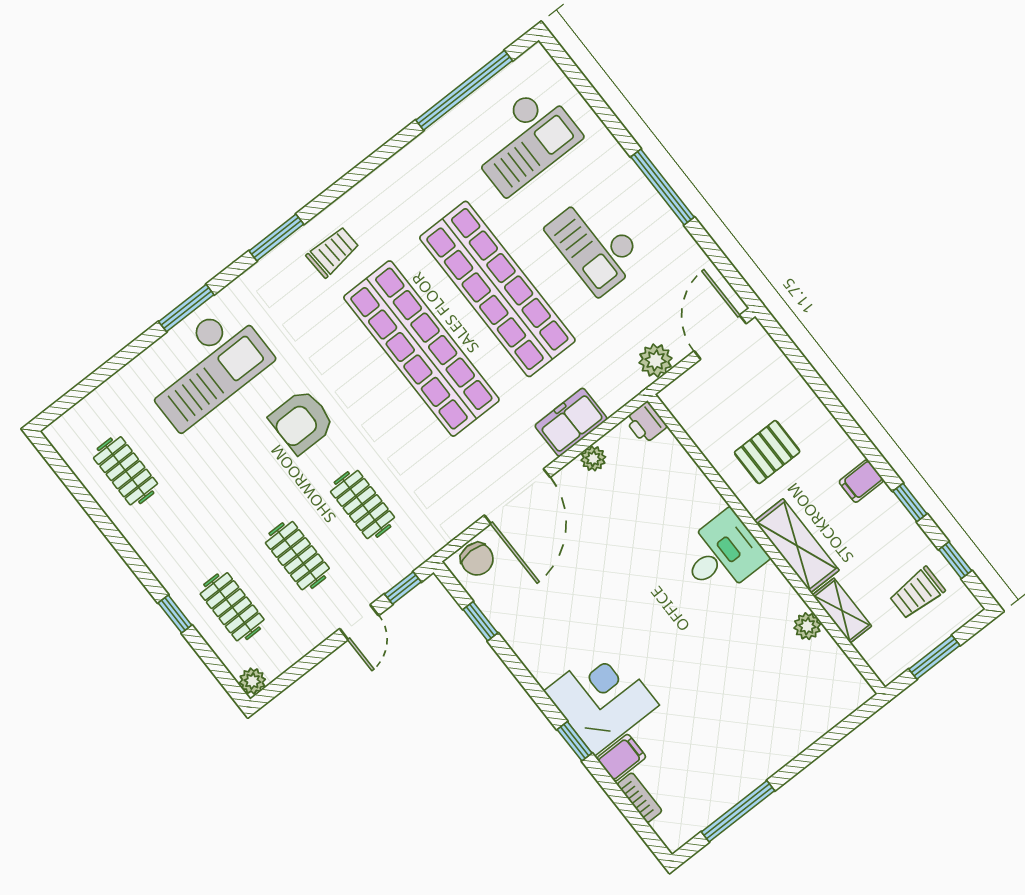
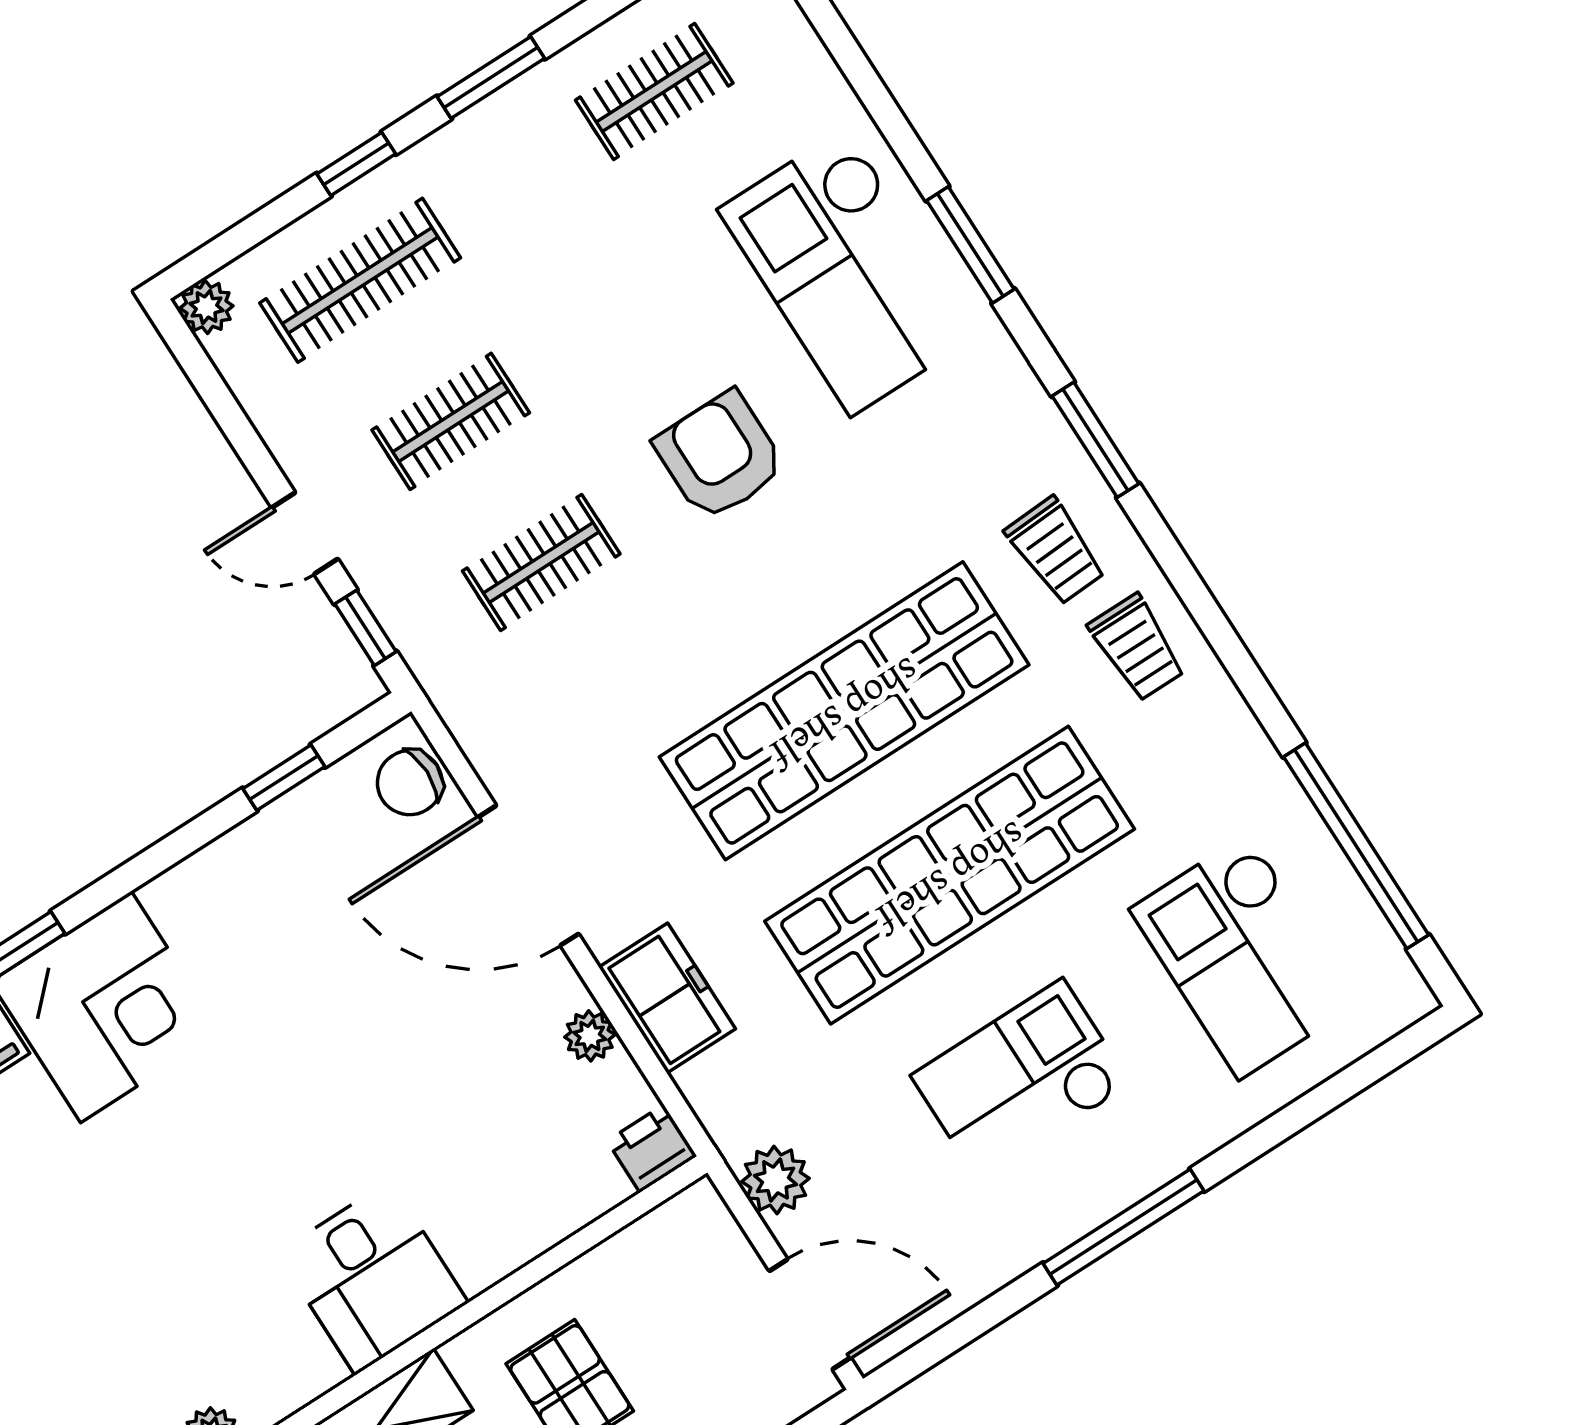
trolley: (377, 207) -> (1137, 647), added
window: (126, 552) -> (491, 78), added
clothes rail: (232, 607) -> (360, 280), width x1.36

